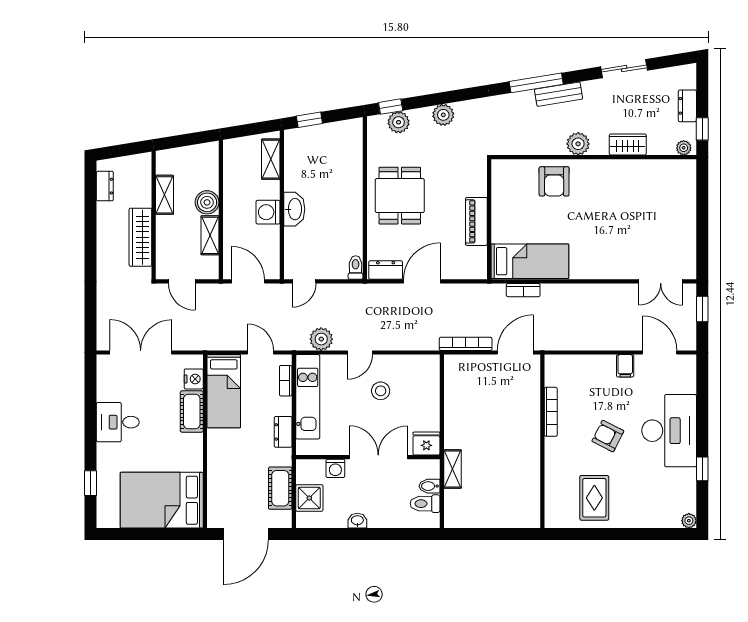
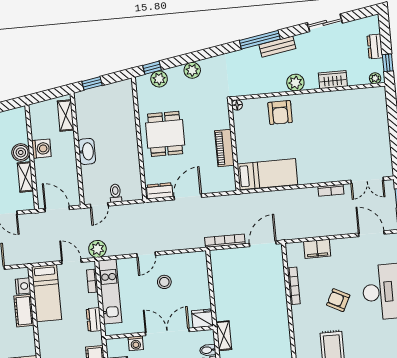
floor lamp: (498, 166) -> (237, 105), added
washing machine: (268, 212) -> (41, 149), moved, turned 180
toilet: (356, 268) -> (116, 193), moved
bookcase: (523, 290) -> (331, 190), moved
plant: (321, 339) -> (97, 249), moved
filing cabinet: (625, 366) -> (317, 249), moved, width x2.00

